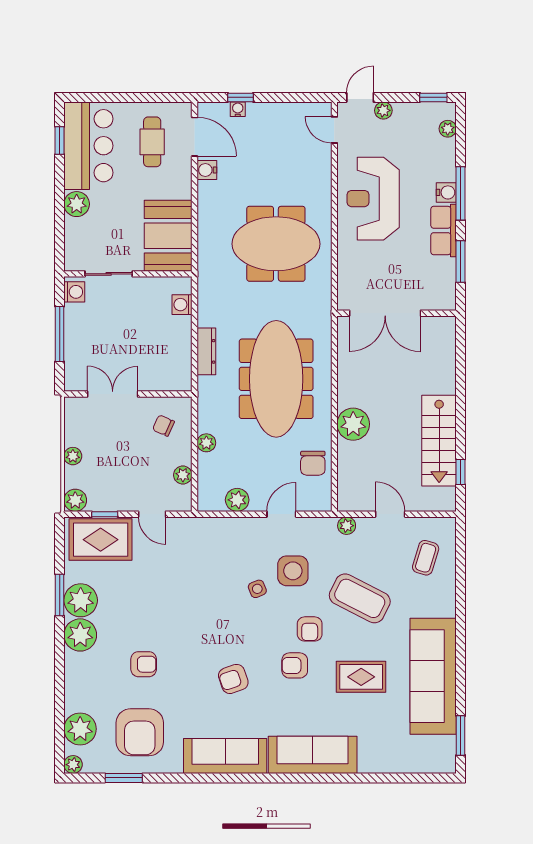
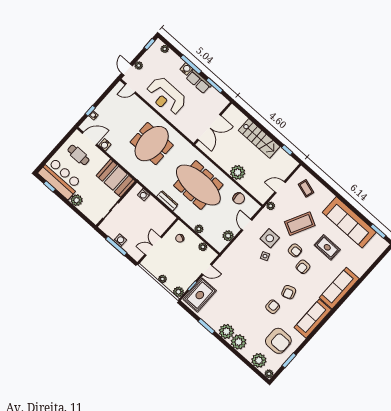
washing machine: (74, 292) -> (120, 240), moved
stairs: (439, 441) -> (259, 138), moved
plant: (81, 600) -> (239, 342), moved
armchair: (144, 664) -> (273, 307), moved
rug: (361, 677) -> (327, 247), turned 90

